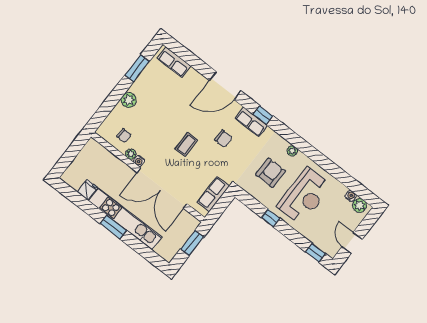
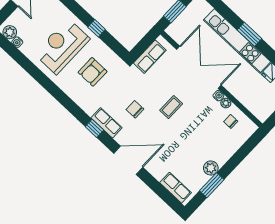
plant: (129, 100) -> (211, 168), moved
plant: (292, 151) -> (70, 91), removed

